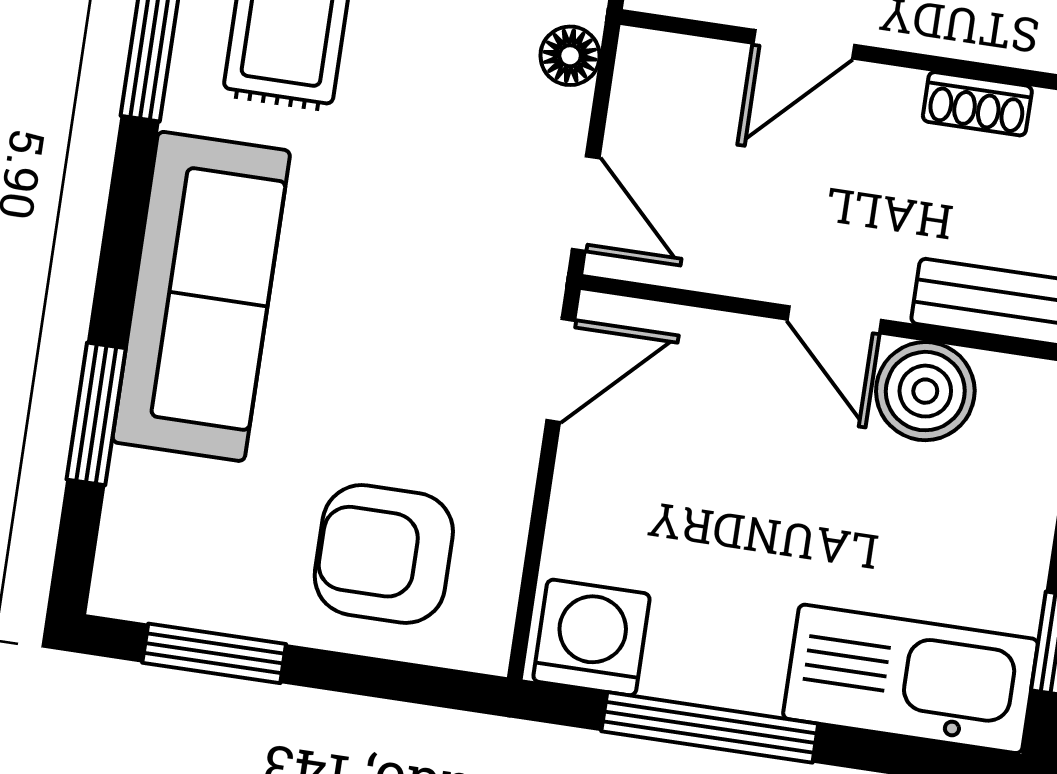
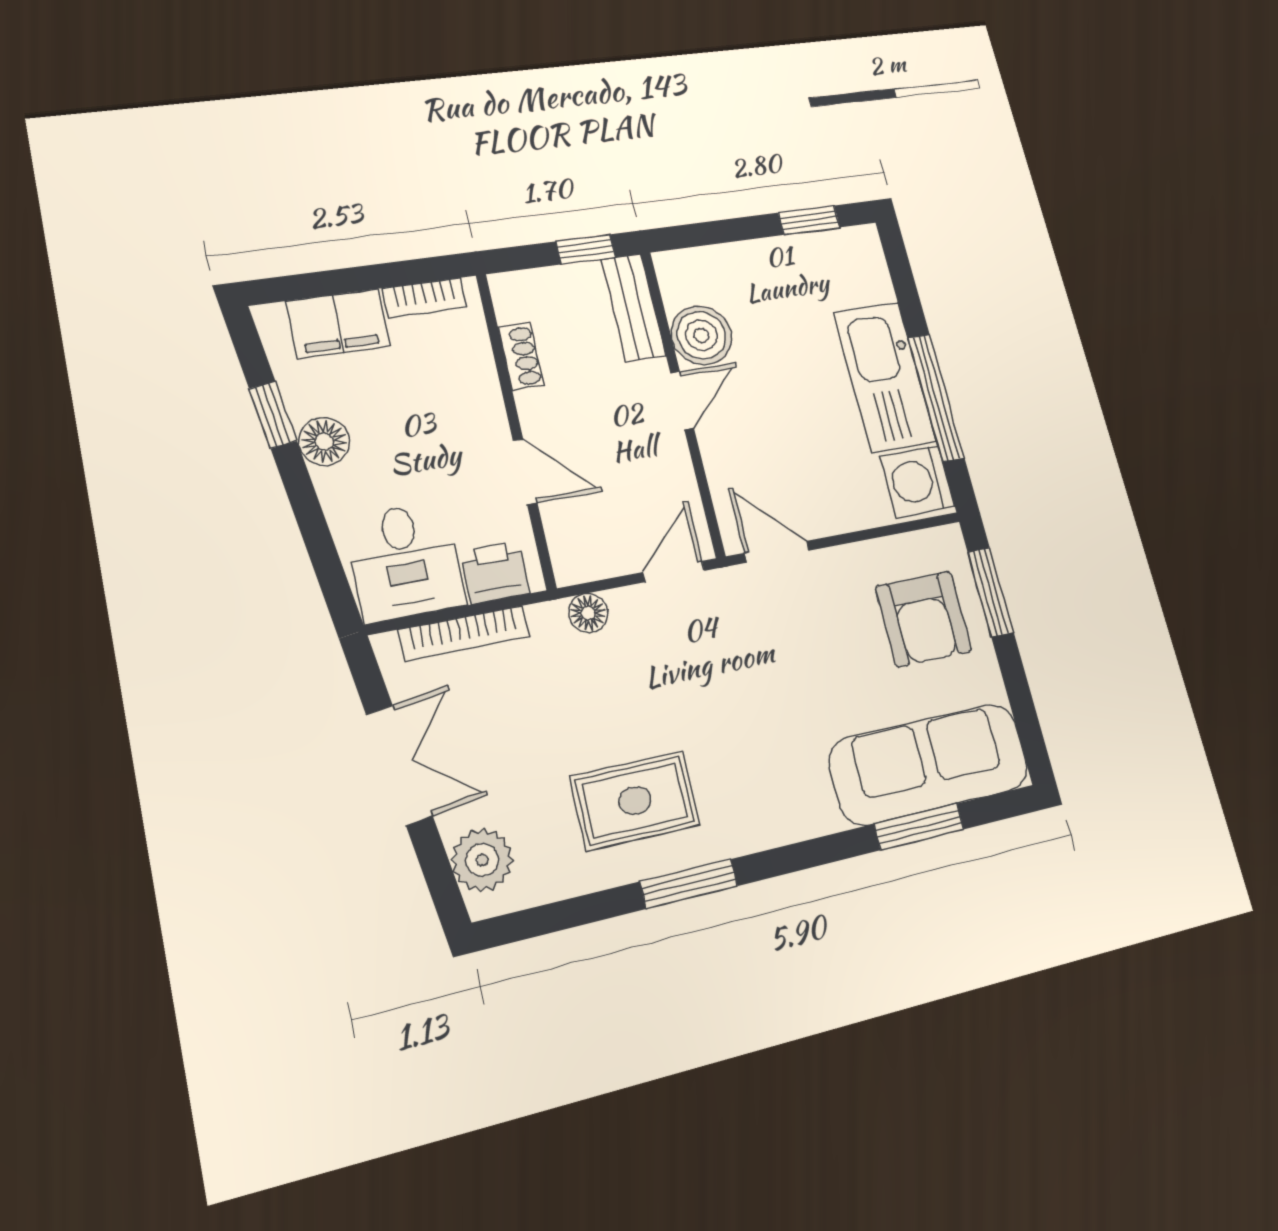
sofa: (201, 296) -> (929, 764), moved
window: (214, 653) -> (990, 592), moved
kitchen sink: (910, 679) -> (885, 377), moved

